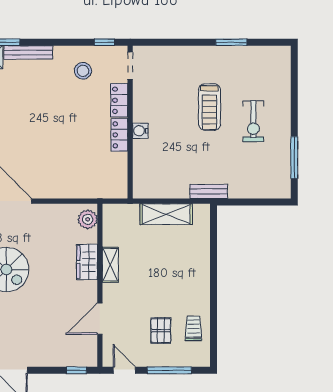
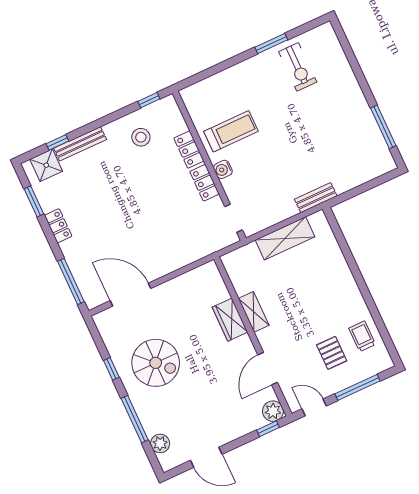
doorway: (130, 66) -> (234, 218), moved
treadmill: (210, 107) -> (231, 131), moved, turned -90
exercise bike: (253, 121) -> (298, 67), moved
plant: (88, 219) -> (273, 411), moved

